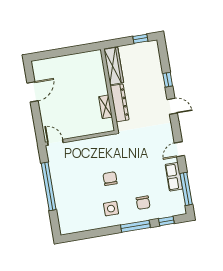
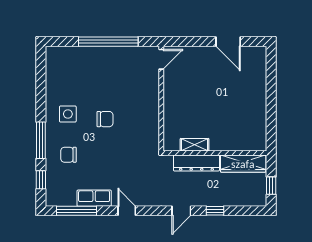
wardrobe: (114, 66) -> (243, 164), moved
wall: (109, 90) -> (215, 153), moved
dresser: (120, 103) -> (196, 163), moved
shelving: (105, 107) -> (195, 145), moved

